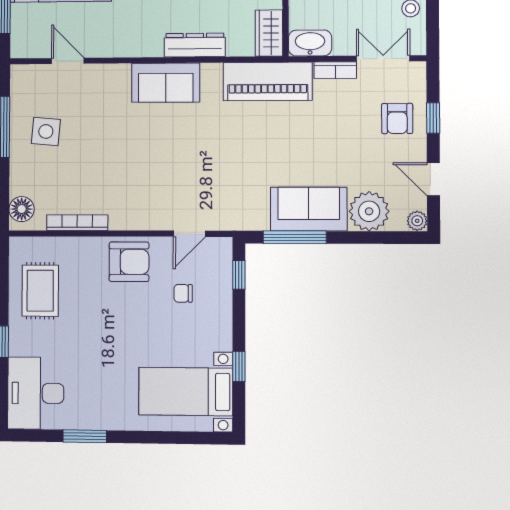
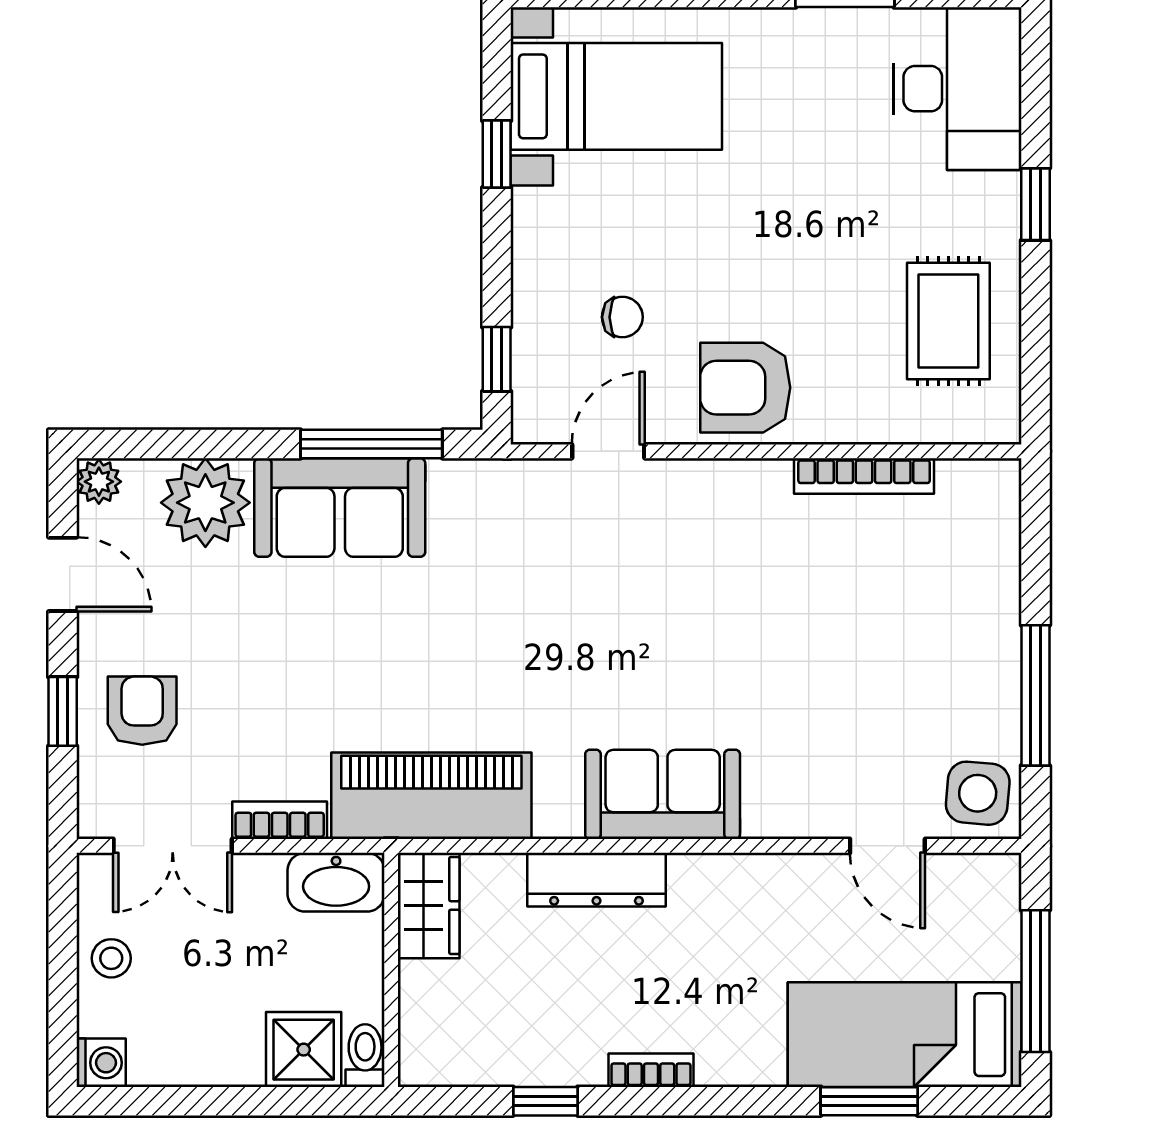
side table: (46, 131) -> (978, 793), moved
floor lamp: (22, 209) -> (992, 507), removed

